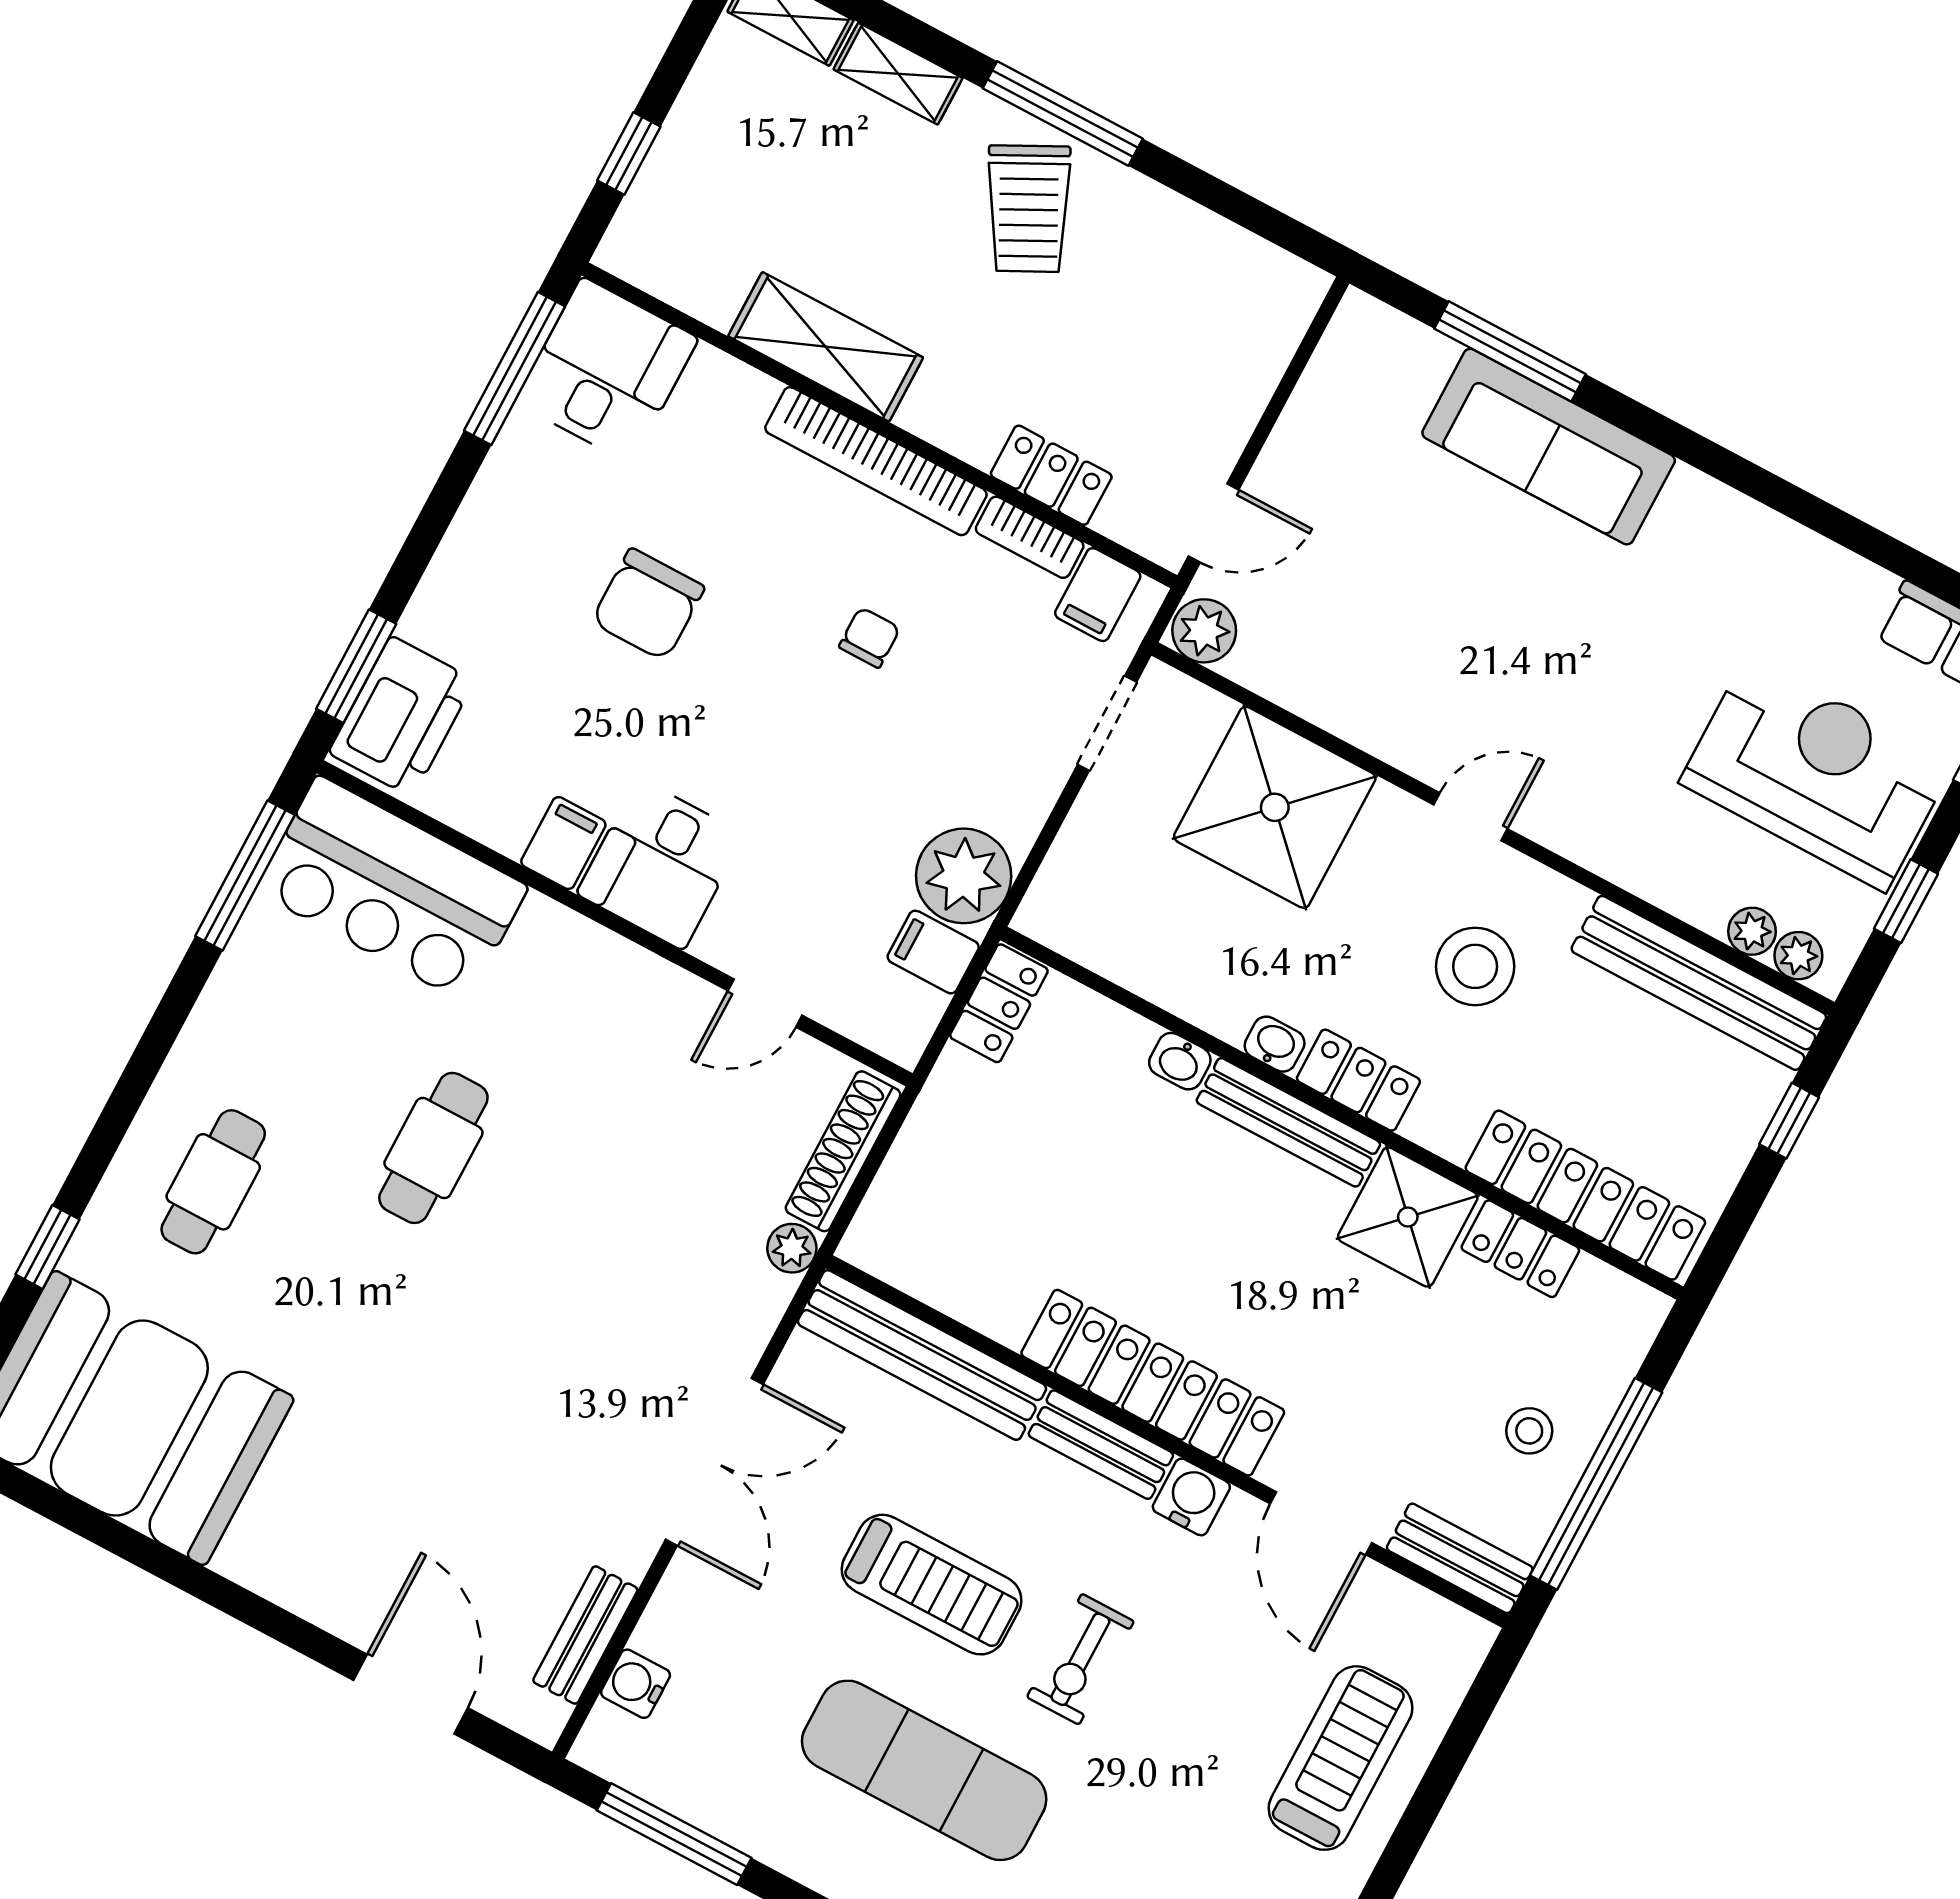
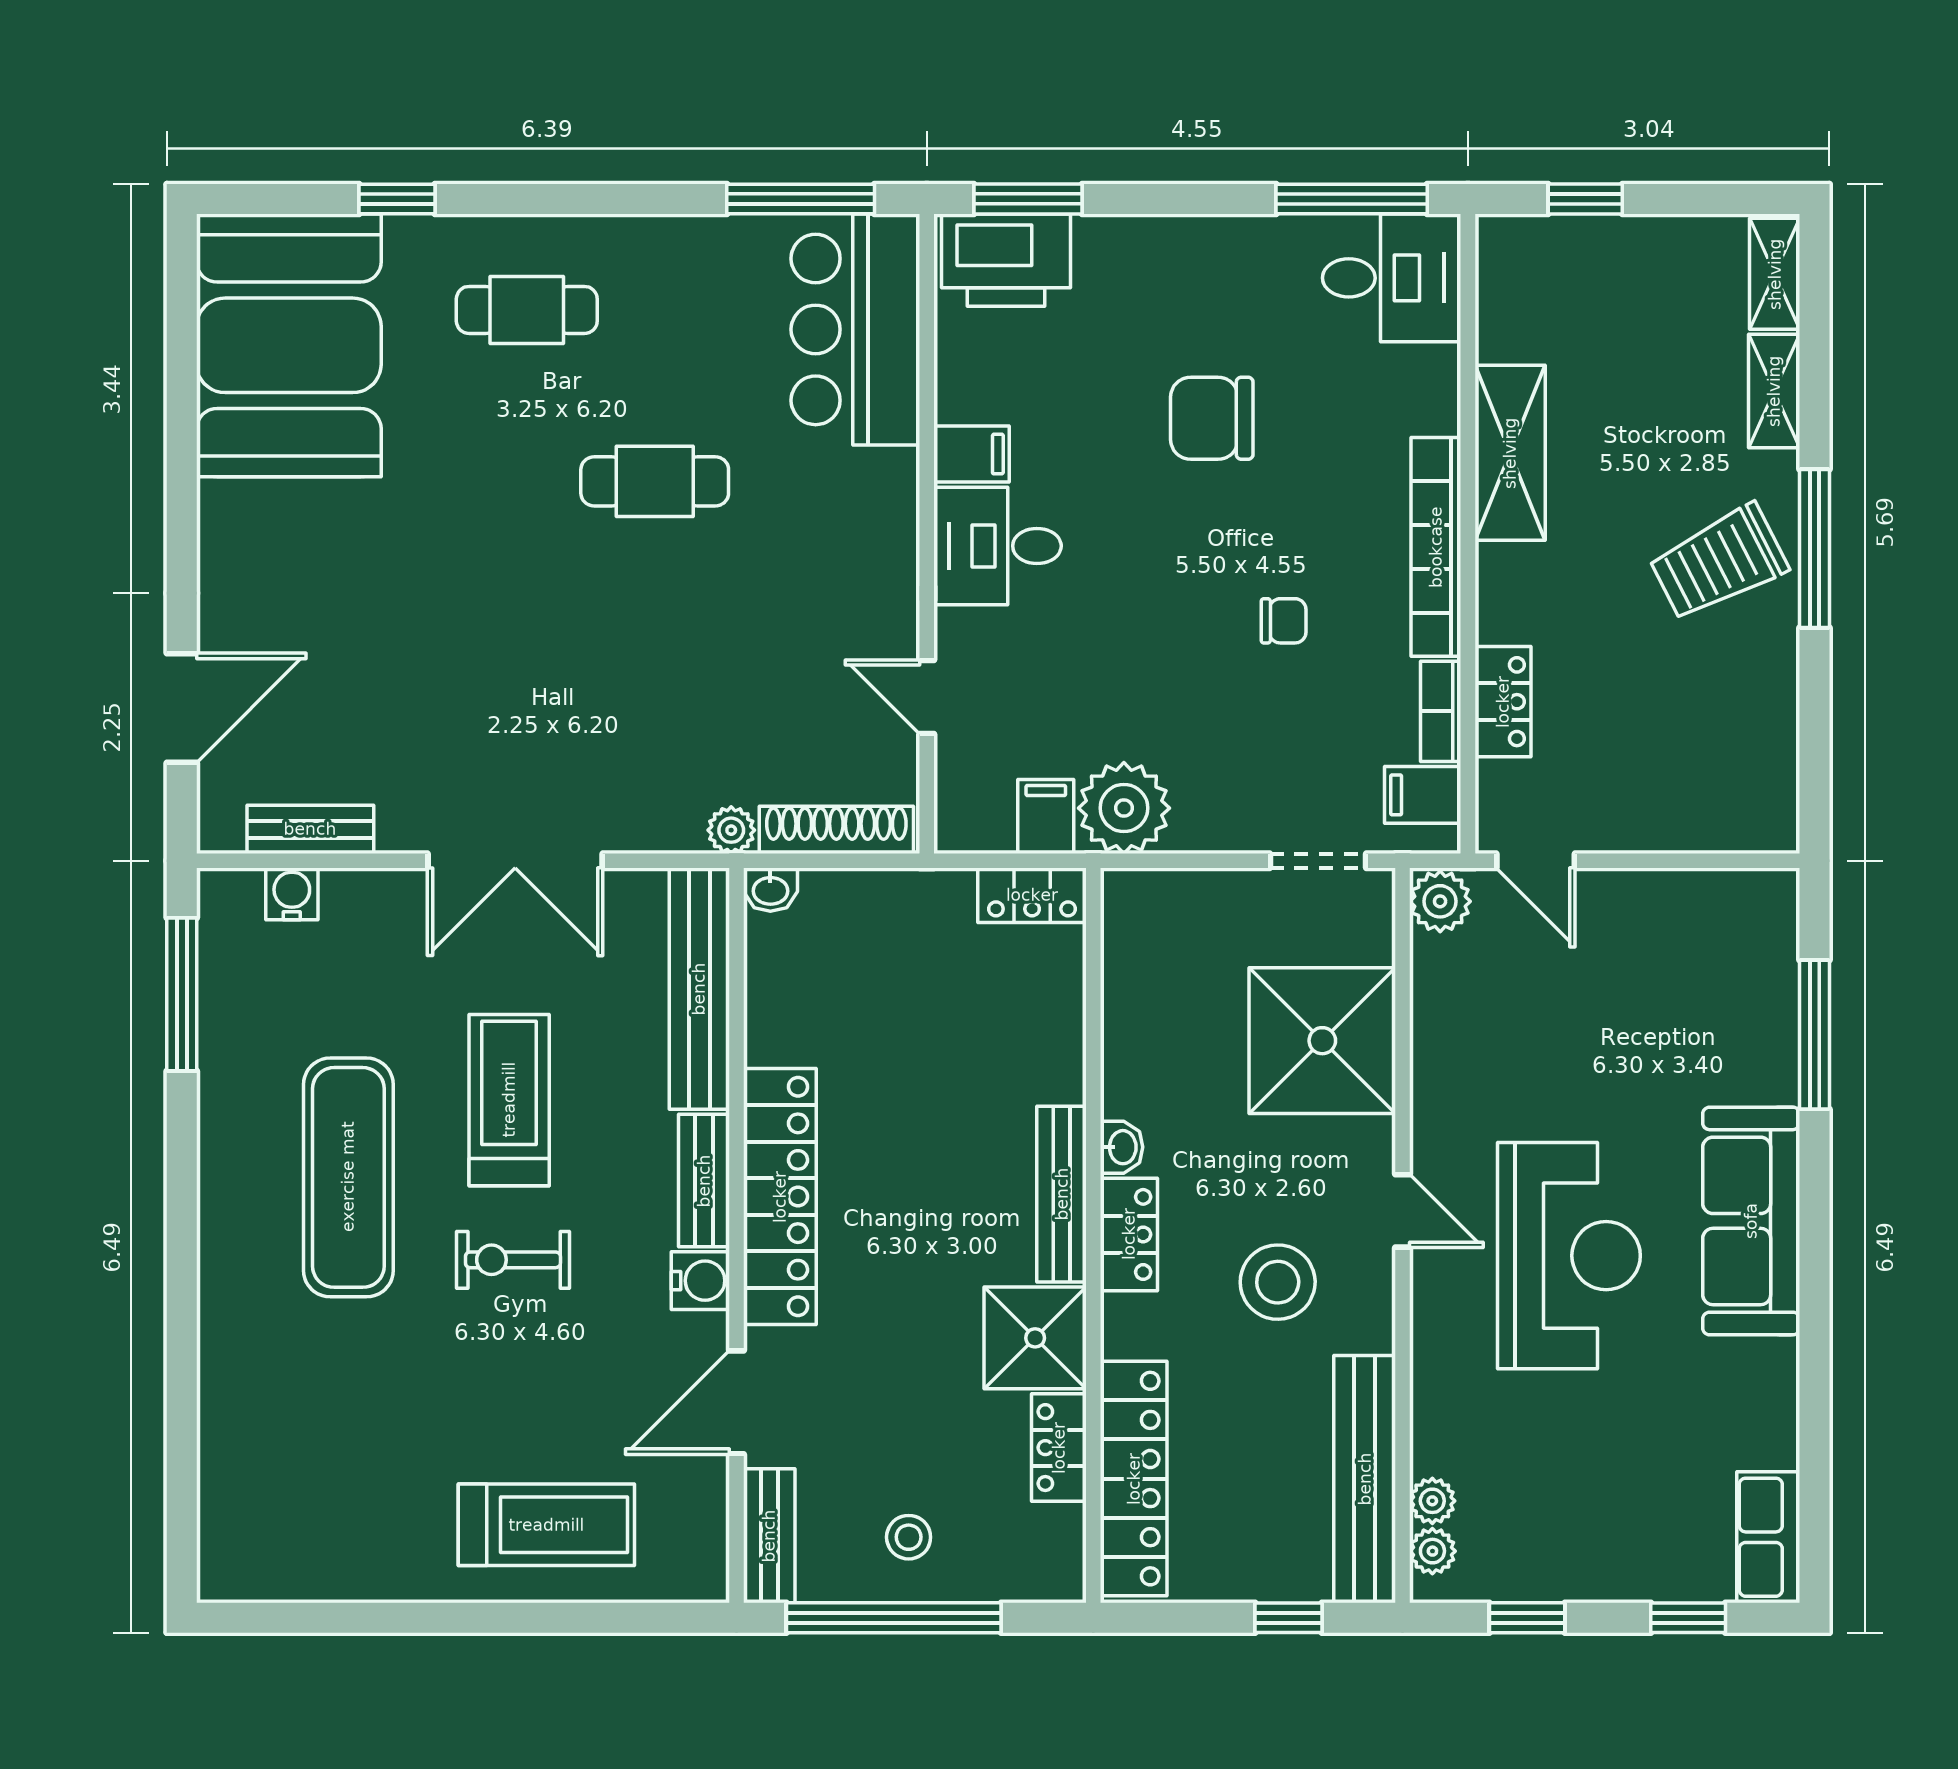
sofa: (1549, 447) -> (1751, 1221), moved
reception desk: (1817, 773) -> (1569, 1256), moved
washbasin: (1180, 1061) -> (770, 890), moved, turned -90
treadmill: (932, 1585) -> (509, 1100), turned 180

